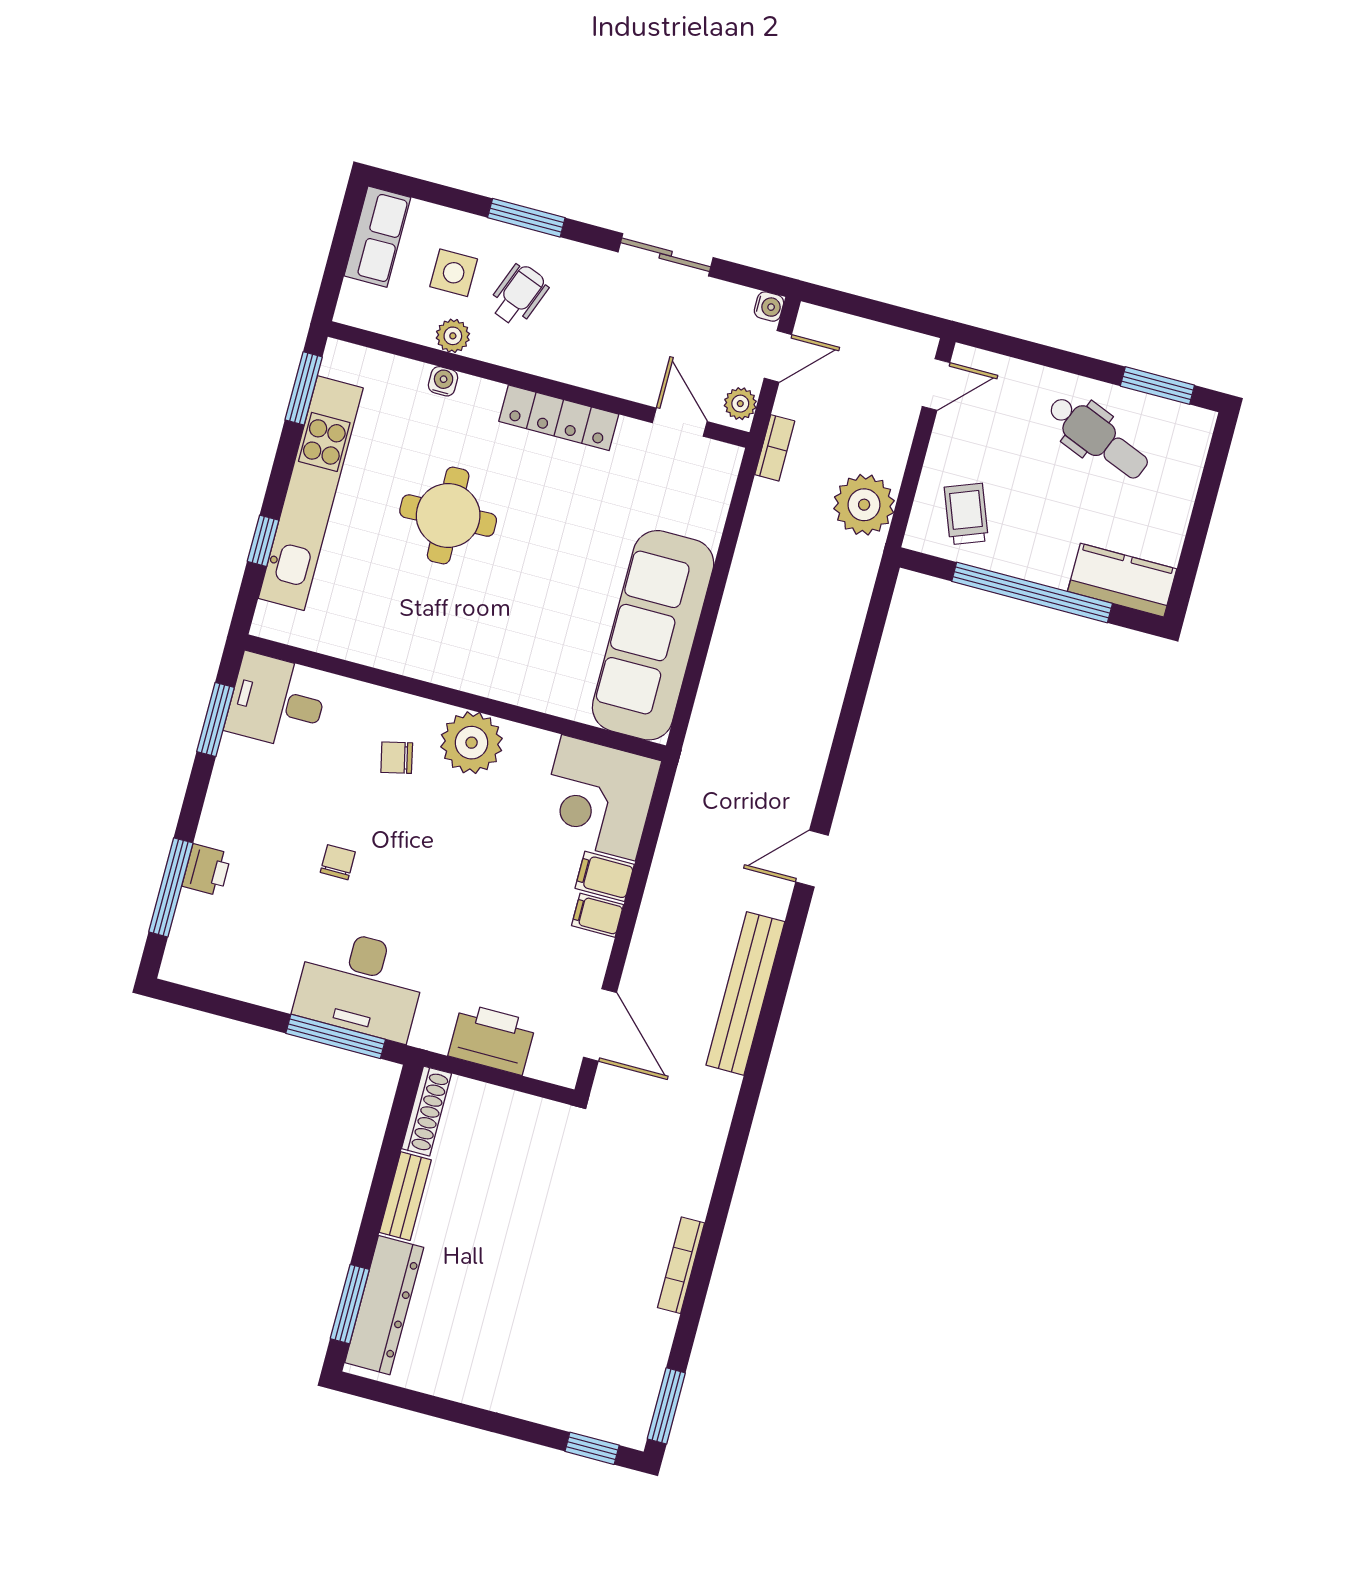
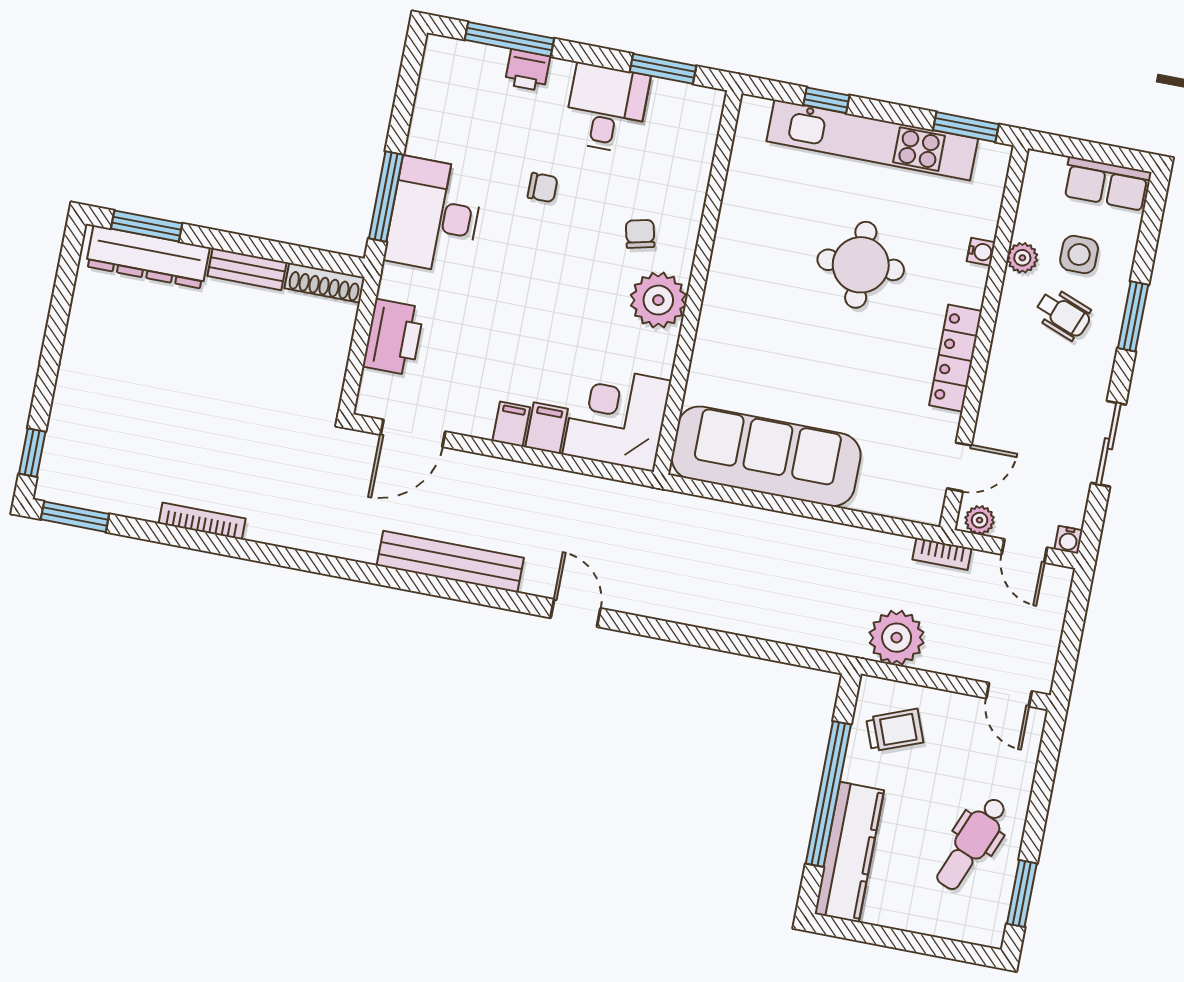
kitchen counter: (1122, 580) -> (849, 852), width x1.50
desk: (277, 702) -> (606, 108), moved

